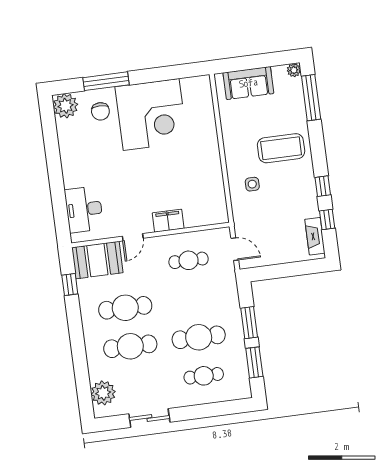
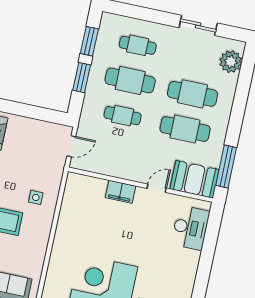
door: (235, 249) -> (71, 146), swing flipped
cafe table: (189, 260) -> (123, 116), moved
window: (70, 285) -> (226, 167), width x2.17

